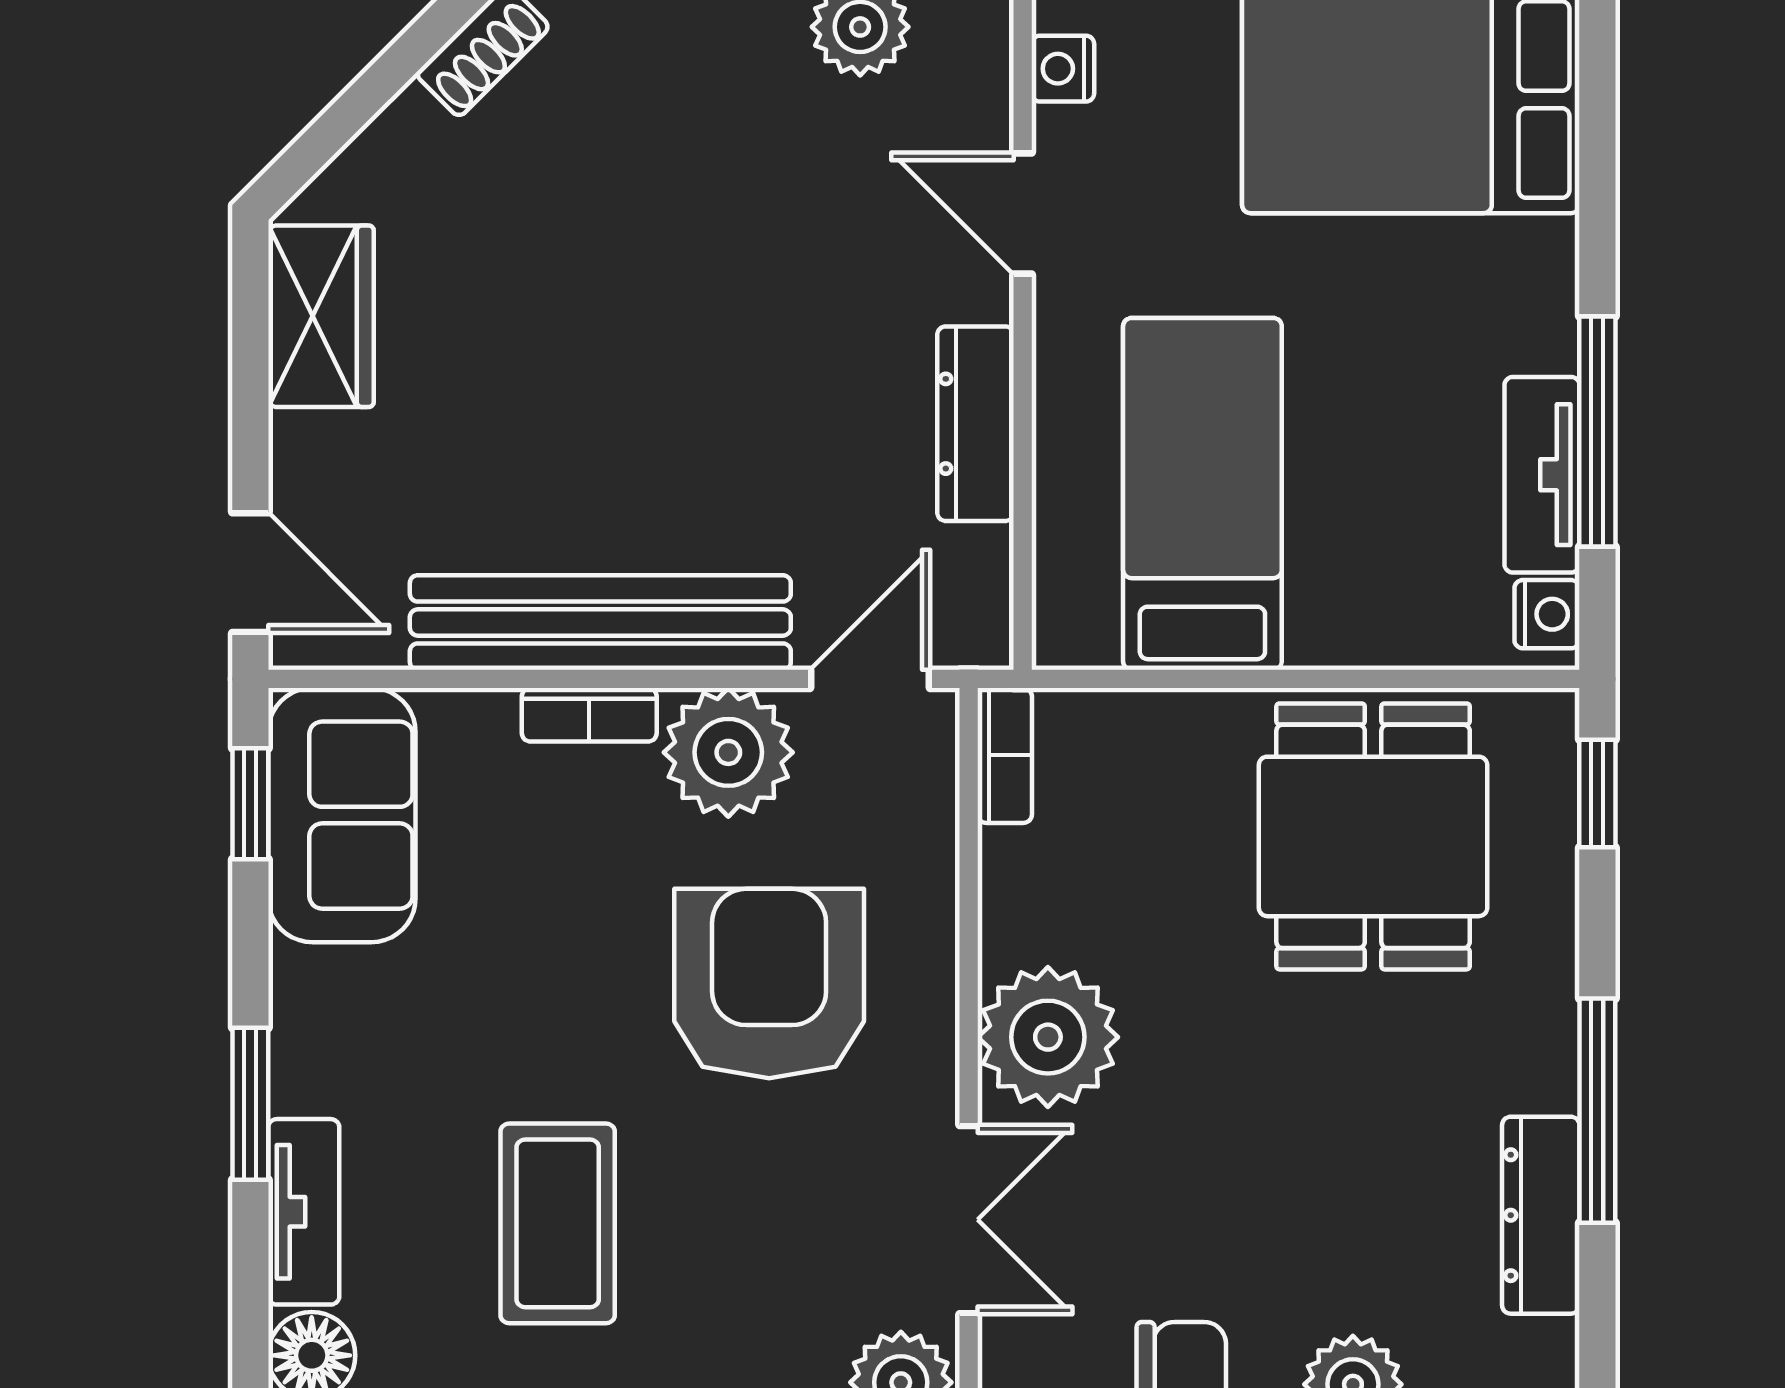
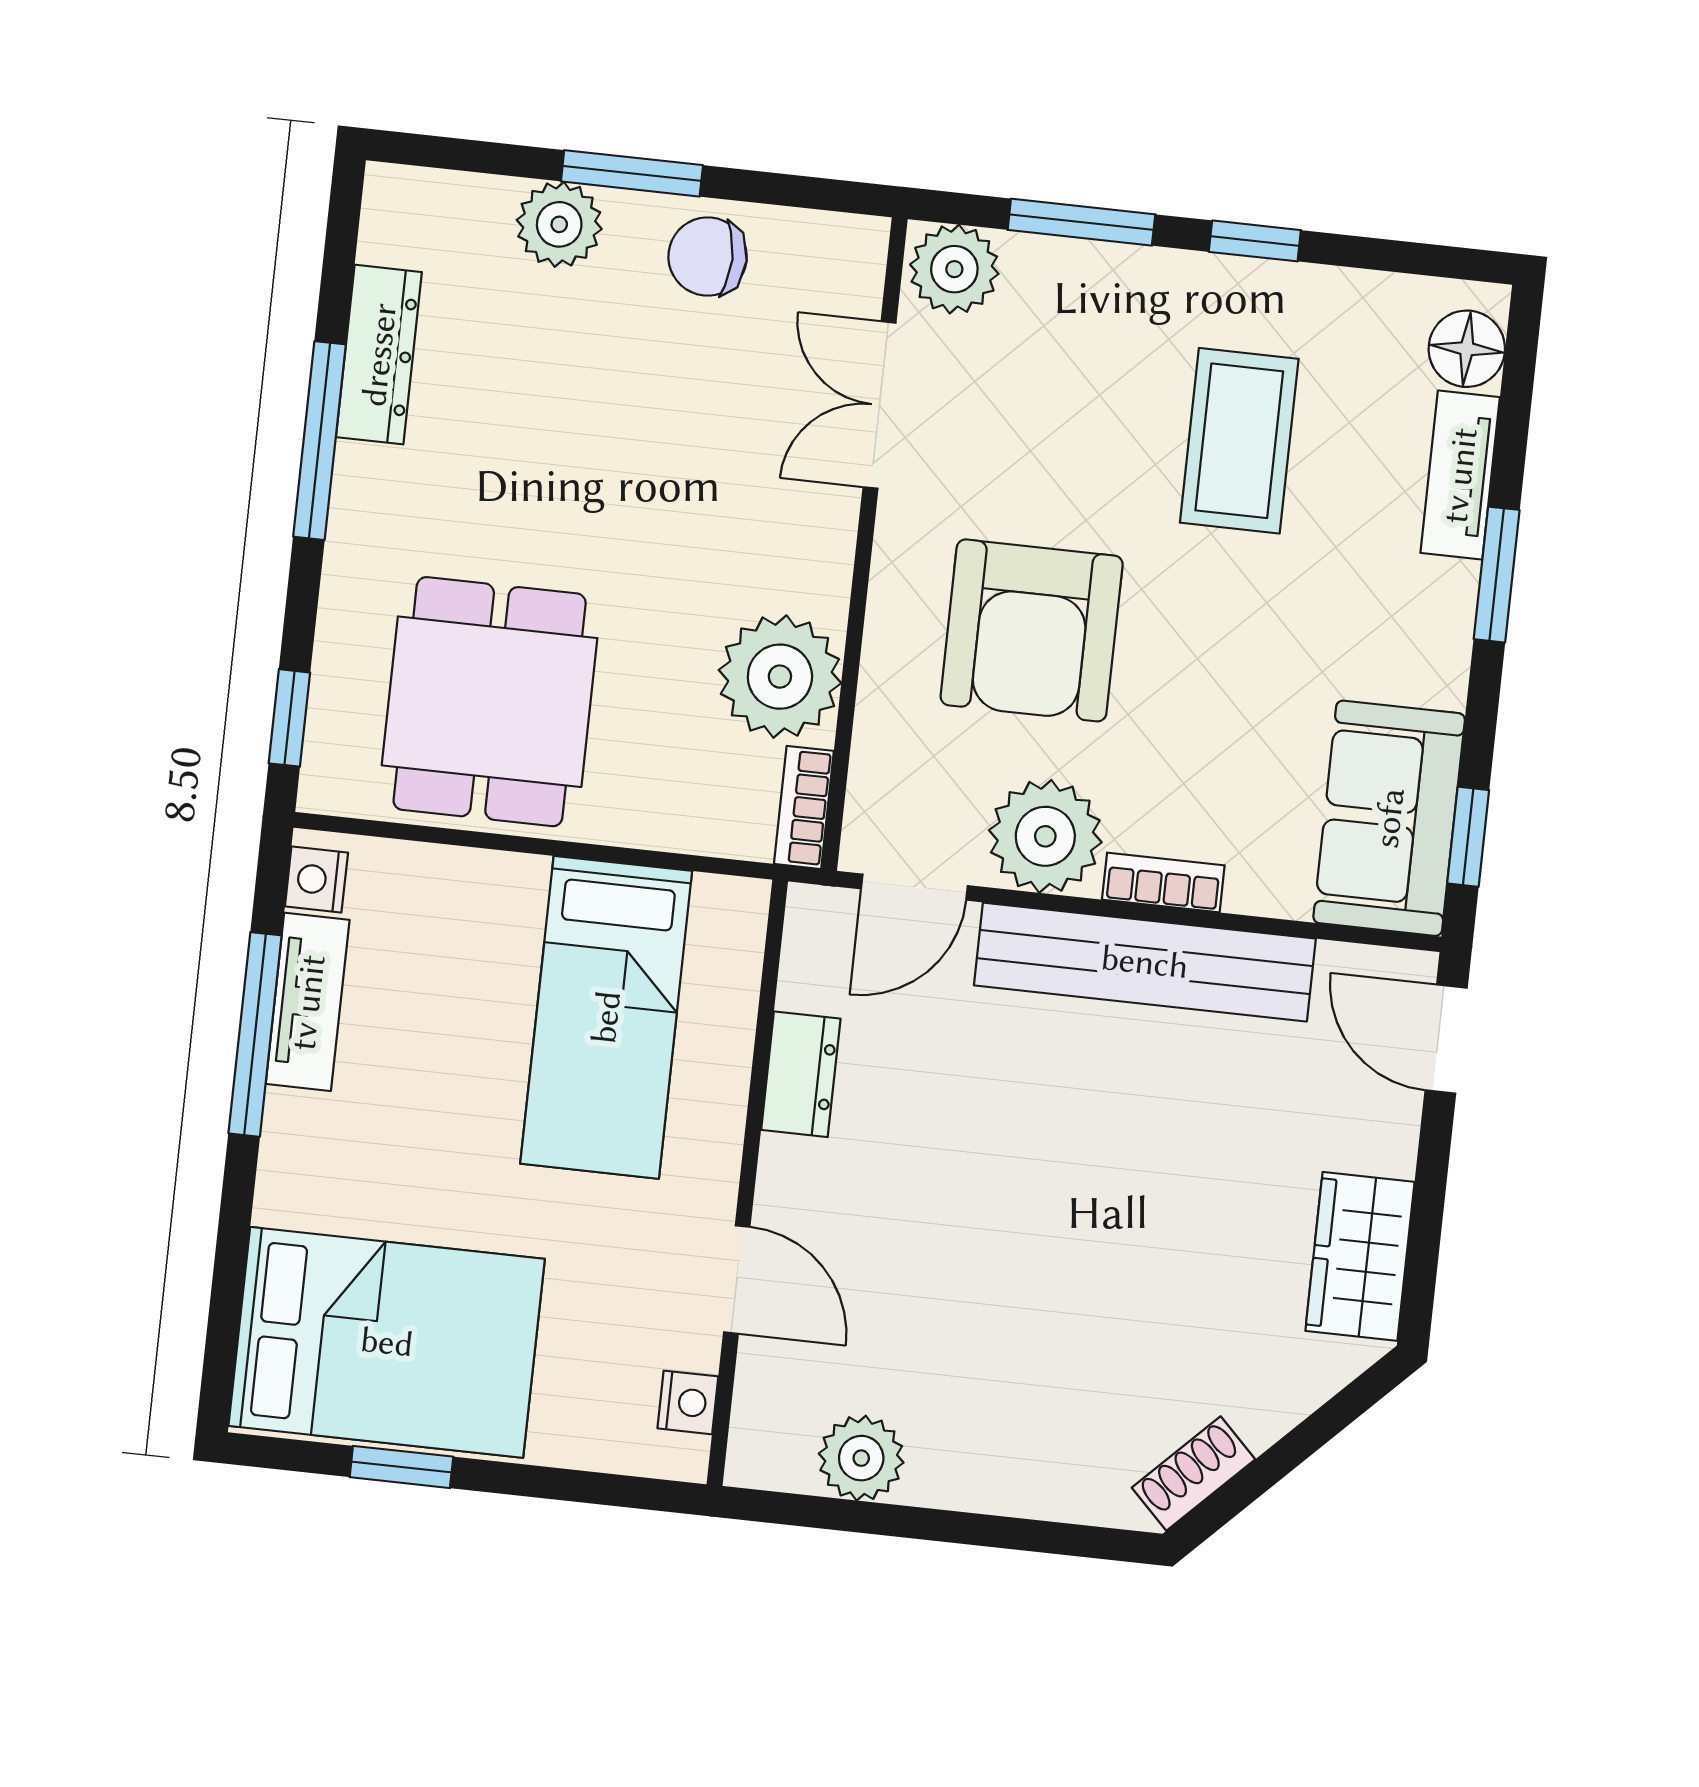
dresser: (975, 424) -> (801, 1074), width x0.70
plant: (1048, 1037) -> (780, 677), moved

